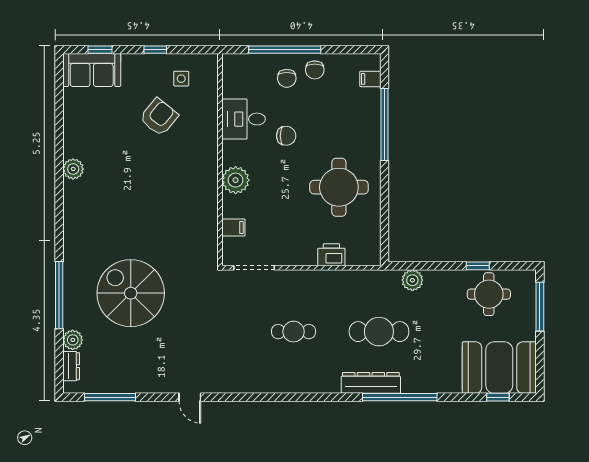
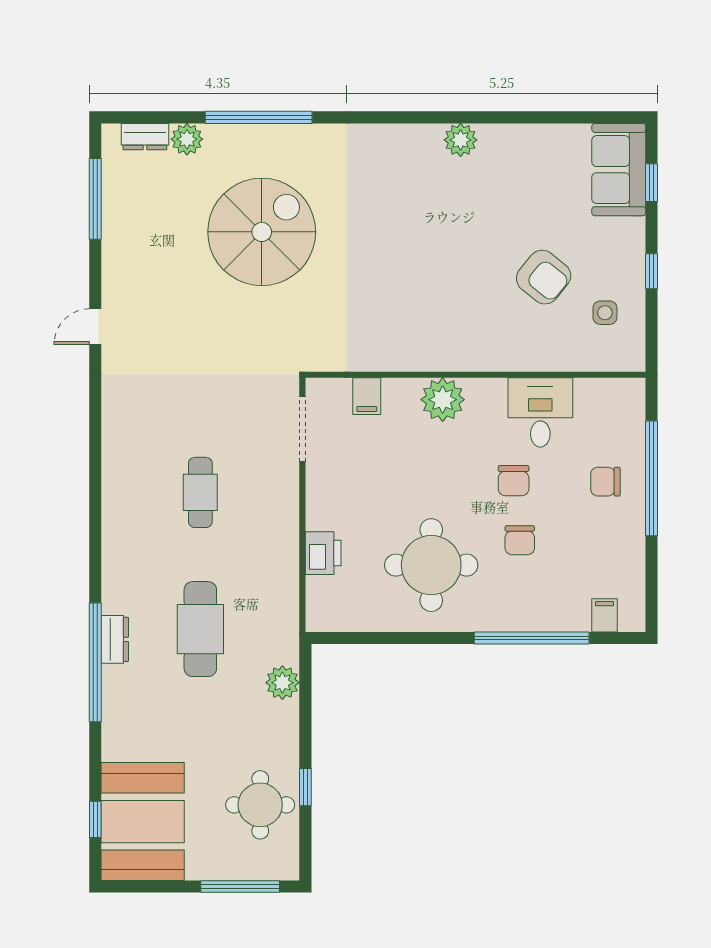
chair: (315, 70) -> (520, 540), moved, turned -90
dresser: (371, 383) -> (115, 639), width x0.51, depth x0.80

